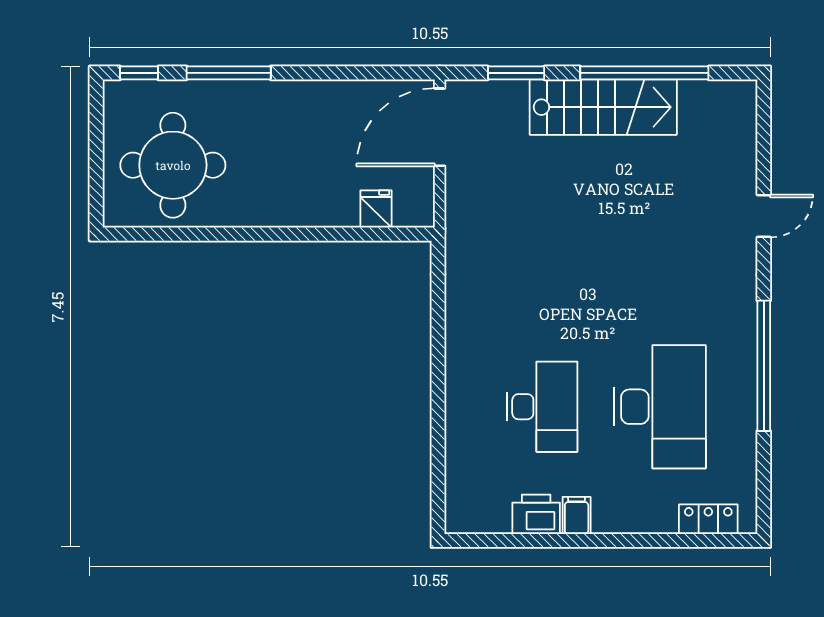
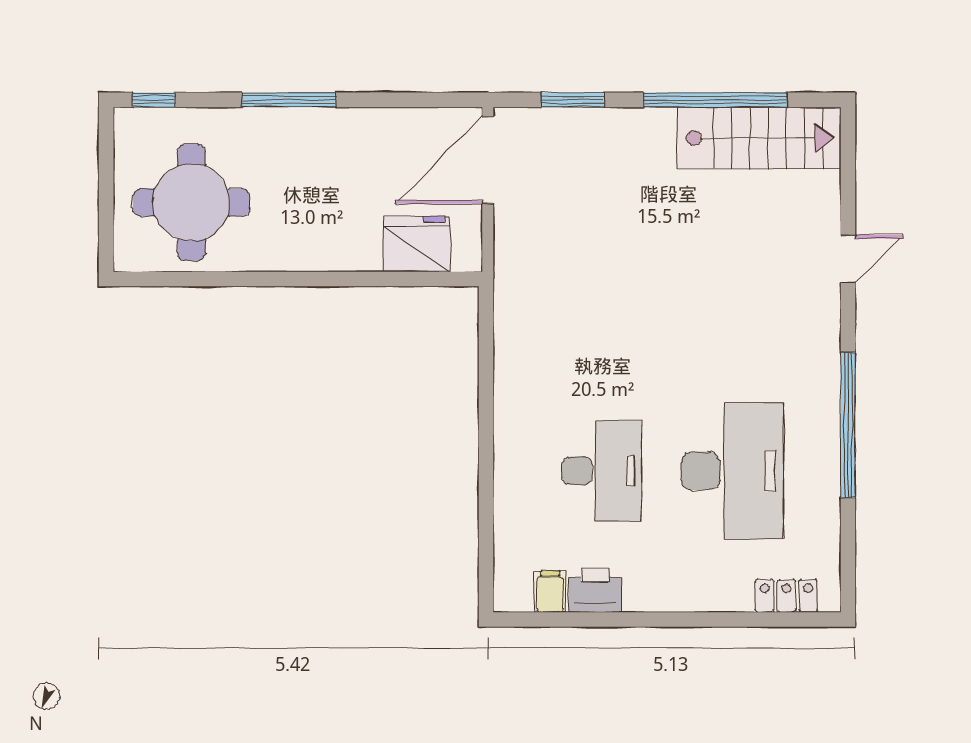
window: (229, 73) -> (289, 100), moved
stairs: (603, 107) -> (759, 138), moved
fridge: (376, 209) -> (417, 244), width x1.88, depth x1.34
filing cabinet: (577, 515) -> (550, 592), moved

